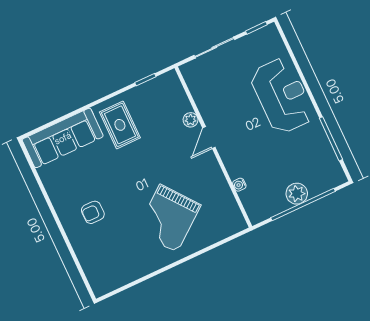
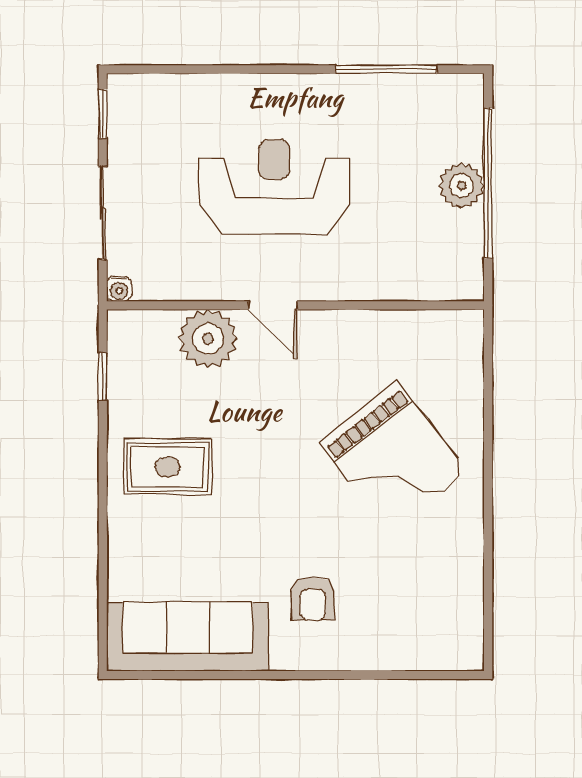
reception desk: (282, 96) -> (274, 187), moved
plant: (191, 120) -> (208, 339), width x1.87, depth x1.87
sofa: (63, 138) -> (188, 637), moved, turned -90
water cooler: (239, 185) -> (119, 289), moved

